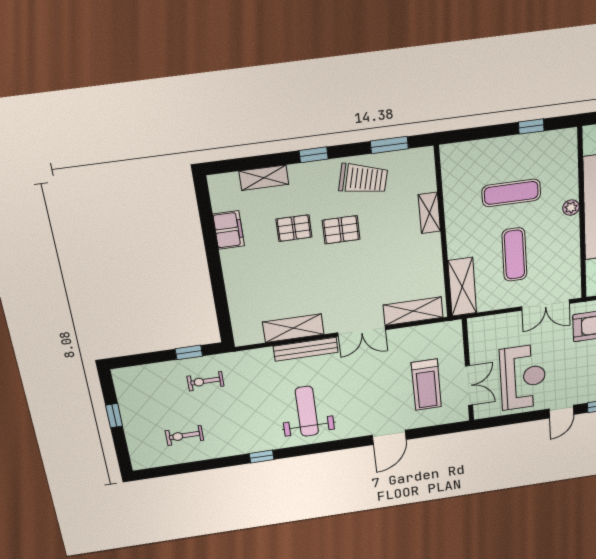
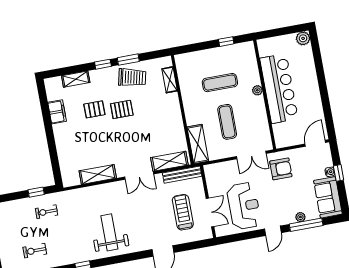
window: (389, 145) -> (128, 60), moved
shelving: (429, 213) -> (170, 80), moved
bench: (306, 349) -> (182, 175), moved
treadmill: (426, 385) -> (183, 212), turned 180

